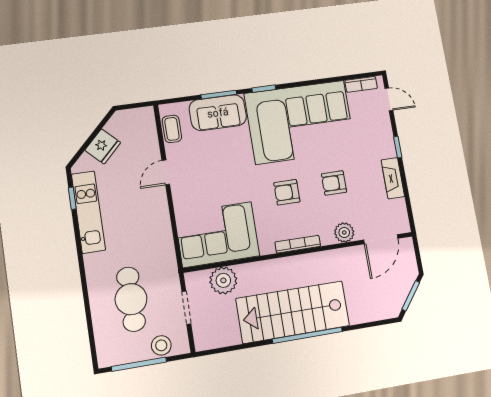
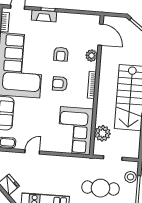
door: (166, 172) -> (32, 152), swing flipped
fireplace: (393, 178) -> (44, 16), moved
armchair: (287, 192) -> (60, 84), turned 90

